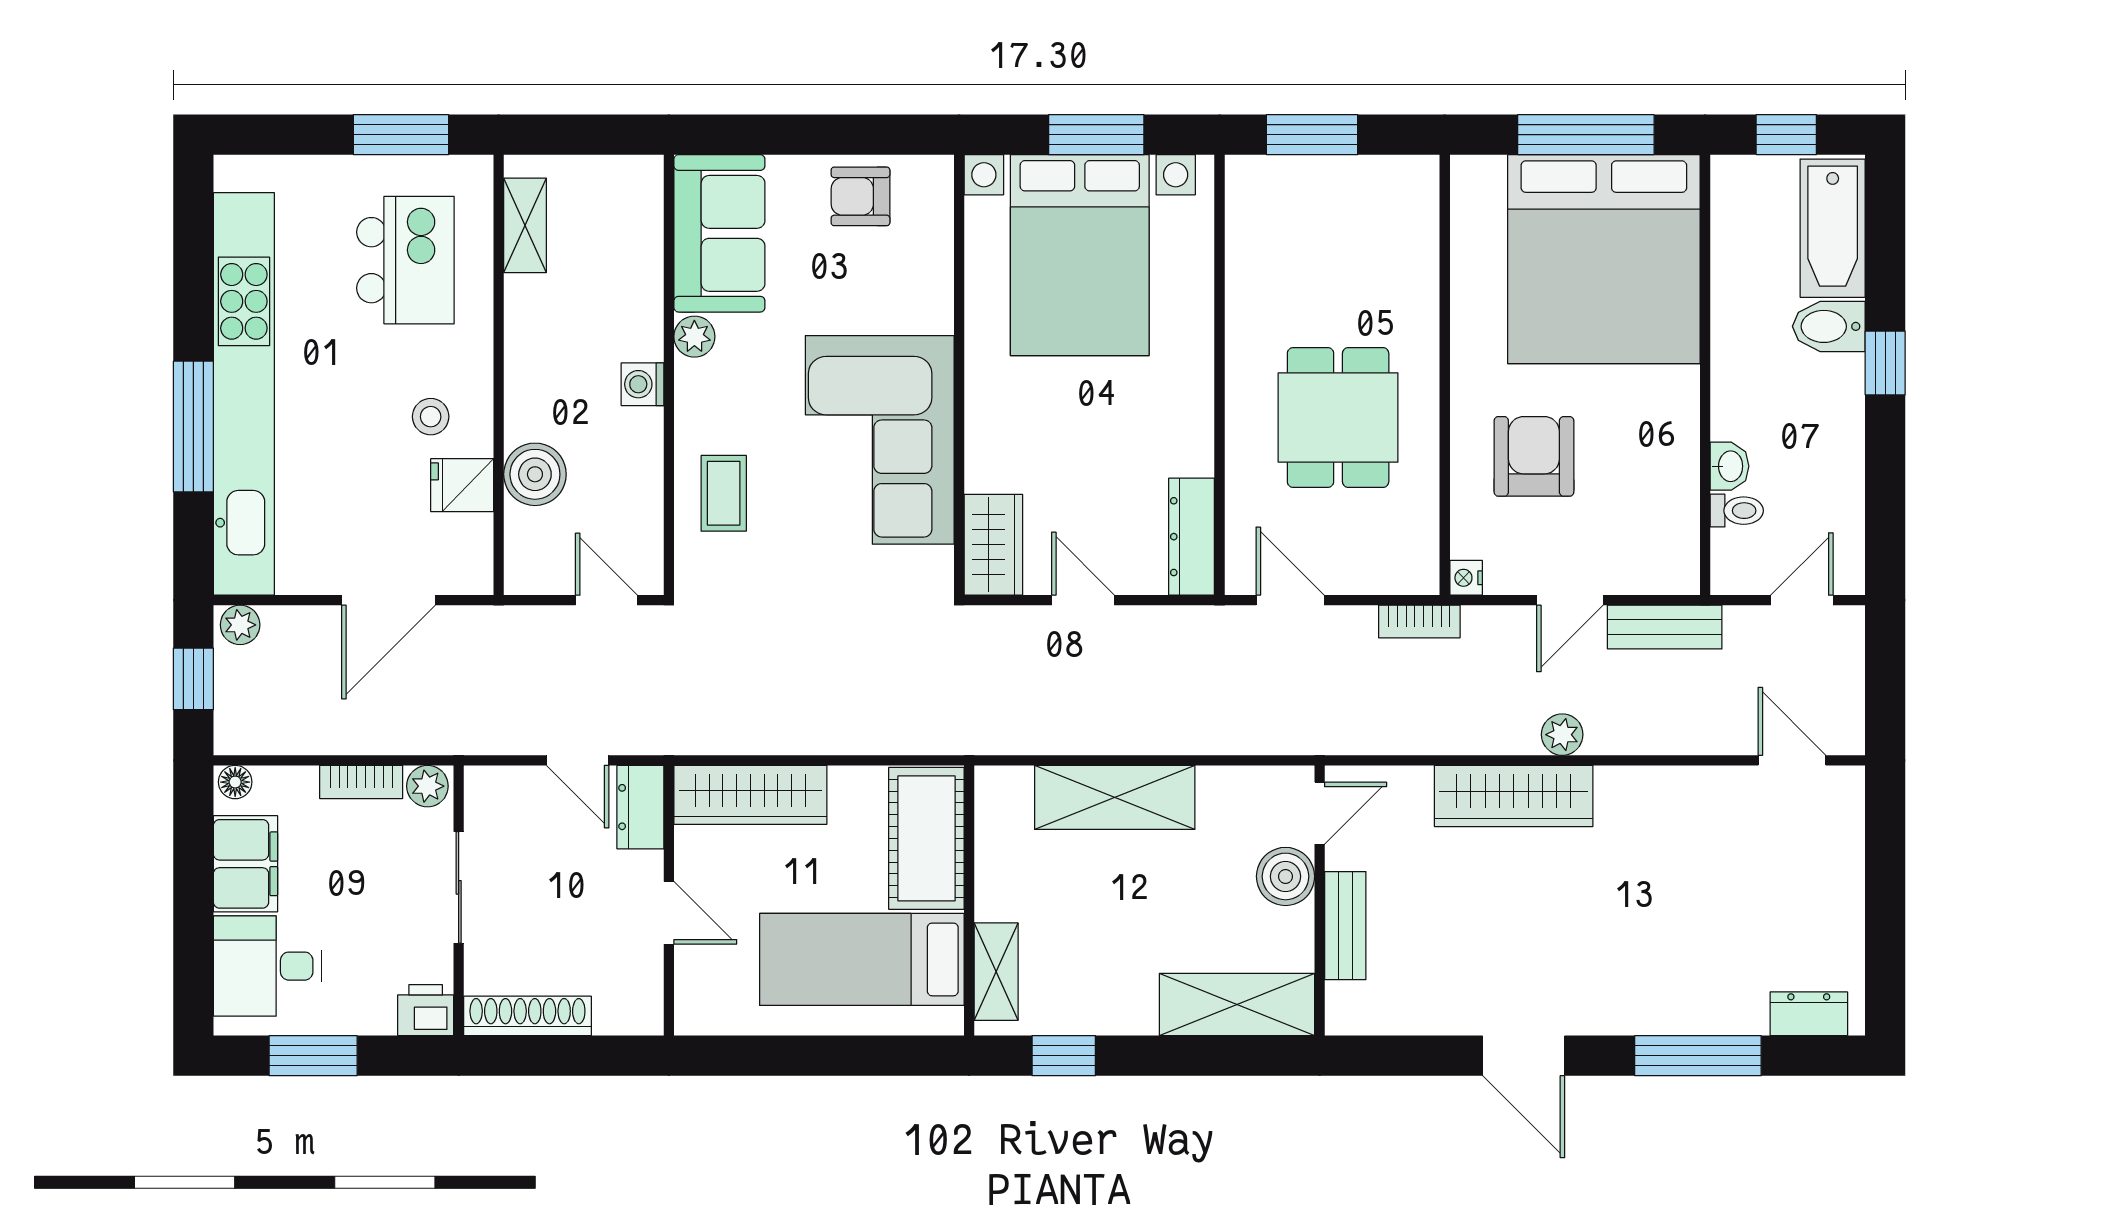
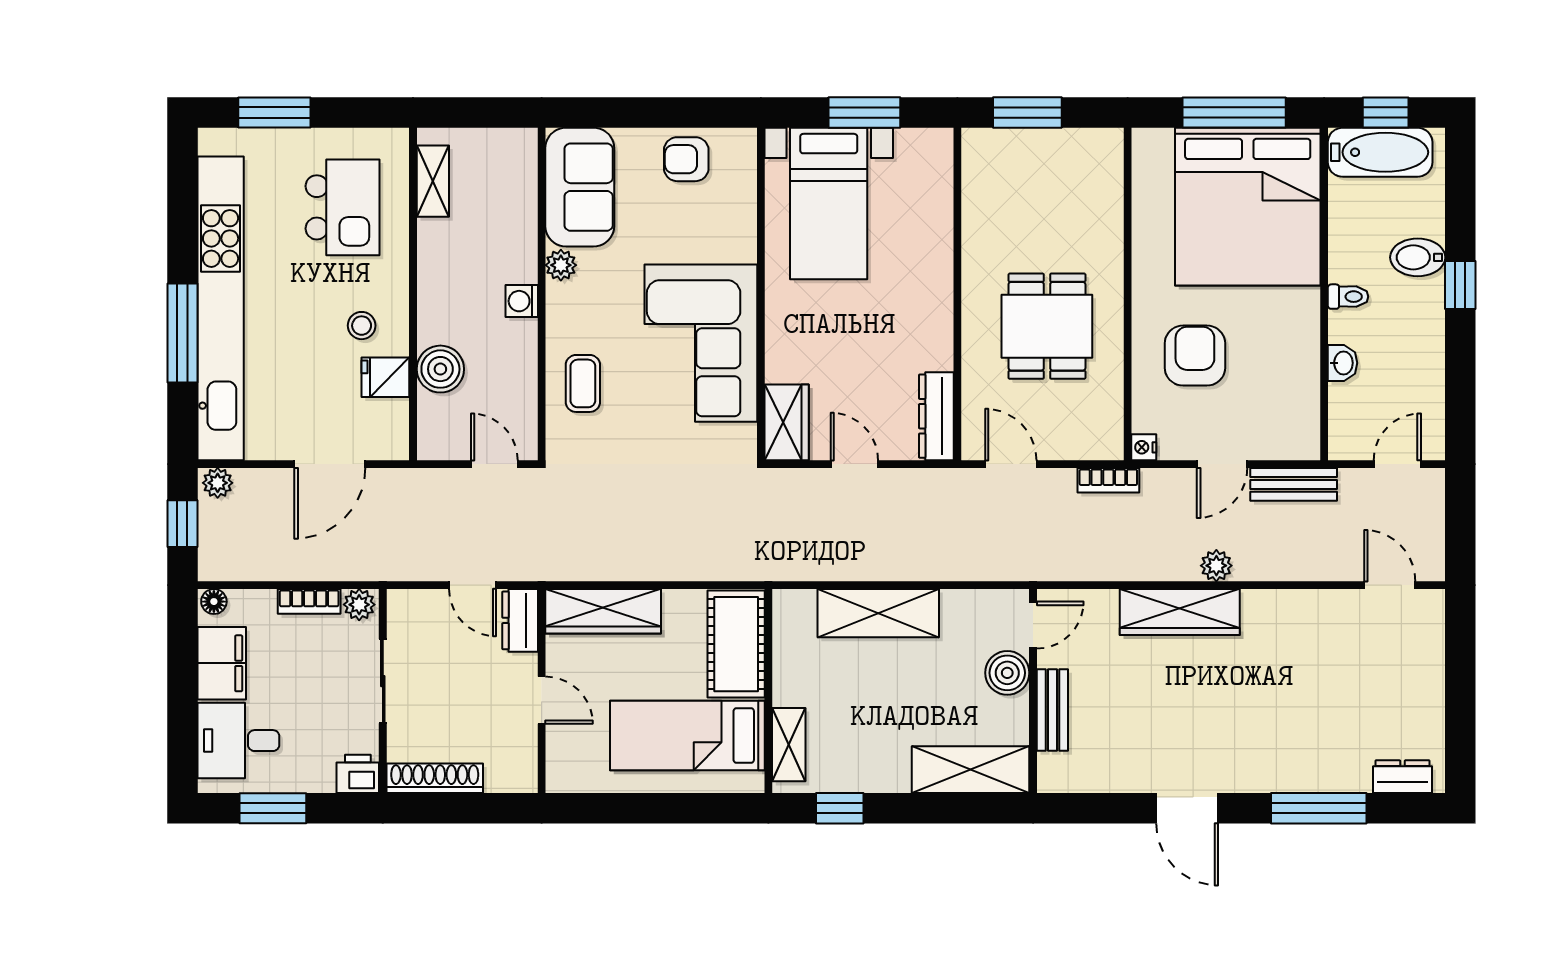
window: (401, 135) -> (274, 113), moved
bathtub: (1833, 228) -> (1380, 152), moved, turned -90
bed with nightstands: (1080, 255) -> (829, 204), width x0.73
toilet: (1737, 511) -> (1348, 297), moved

